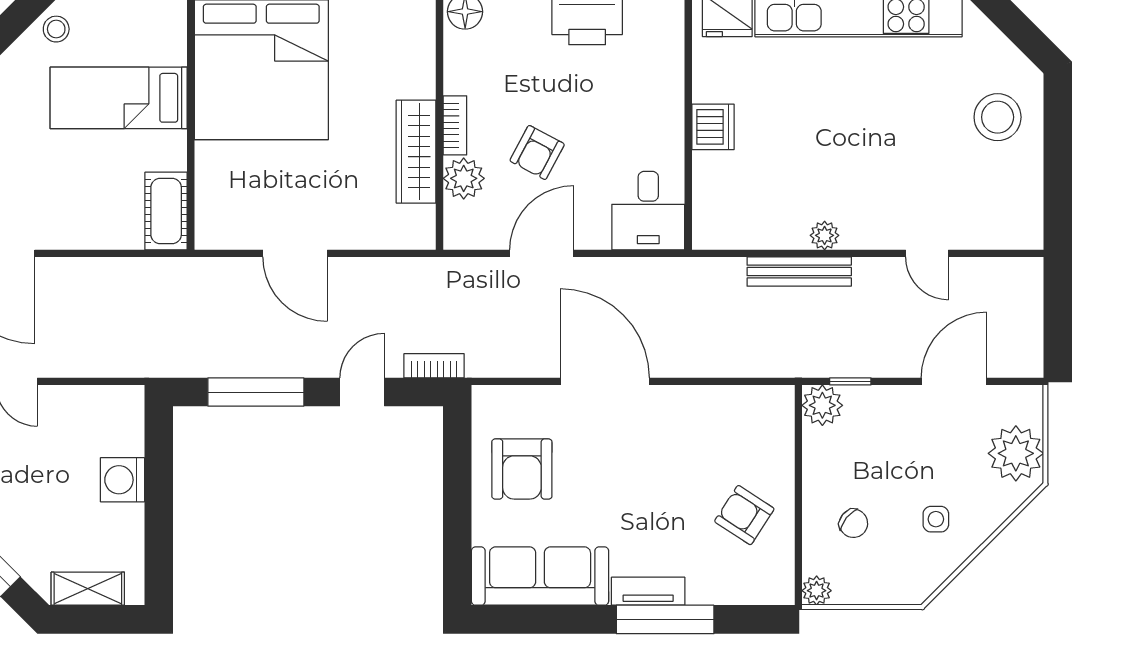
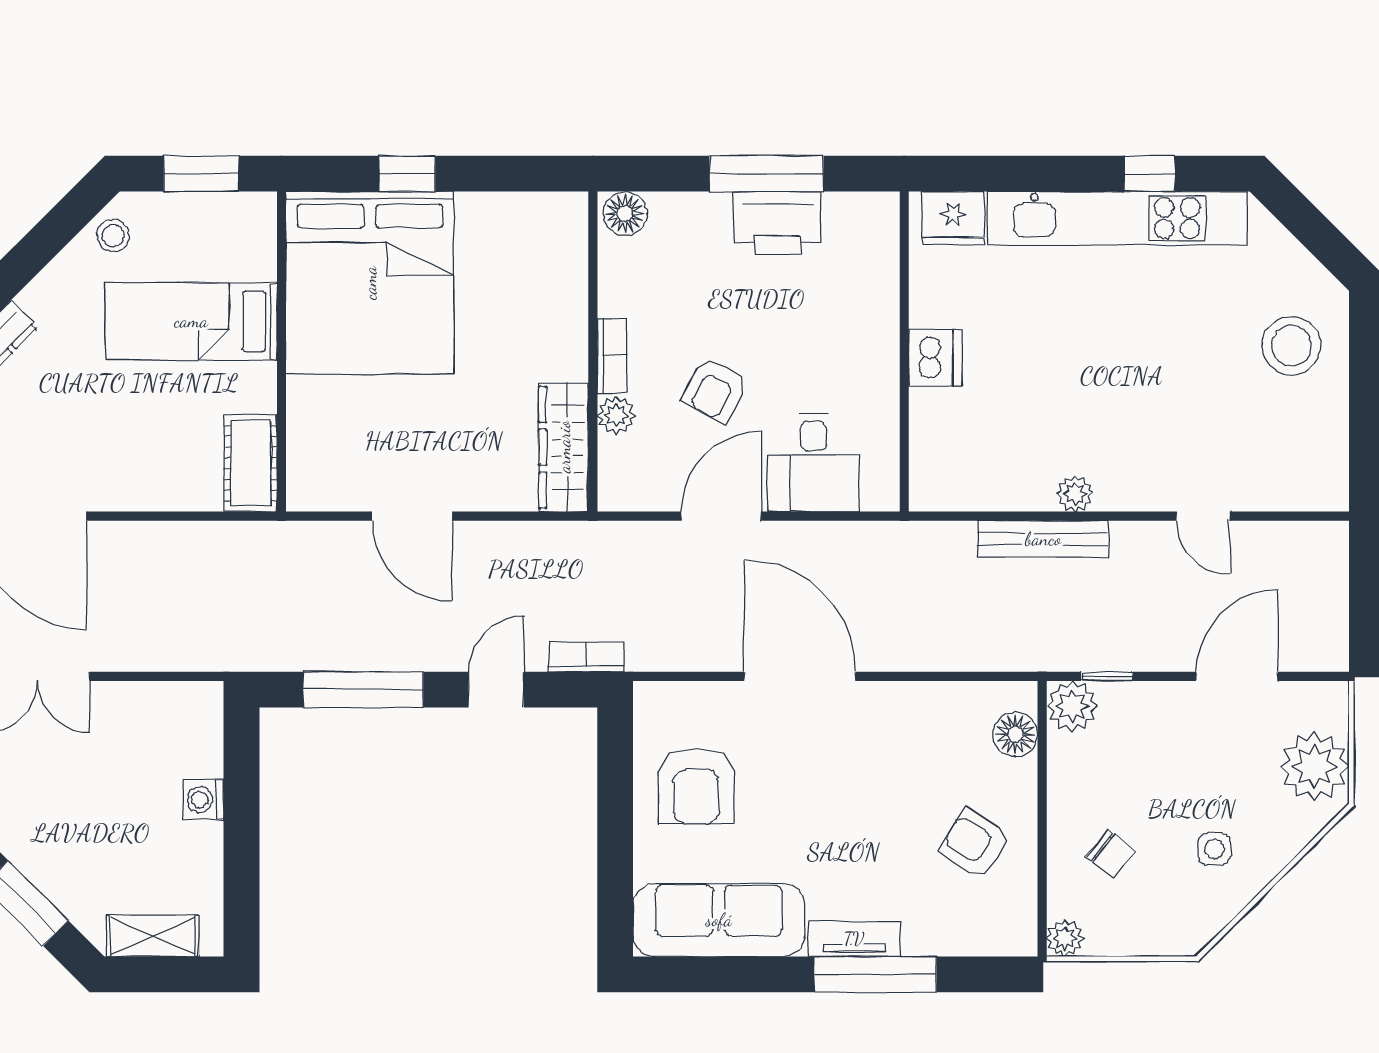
wardrobe: (416, 152) -> (564, 447), moved
plant: (464, 178) -> (616, 415), width x0.73, depth x0.73
desk: (648, 211) -> (814, 463), moved
floor lamp: (777, 428) -> (1015, 734), added
washing machine: (122, 480) -> (204, 800), width x0.73, depth x0.73

